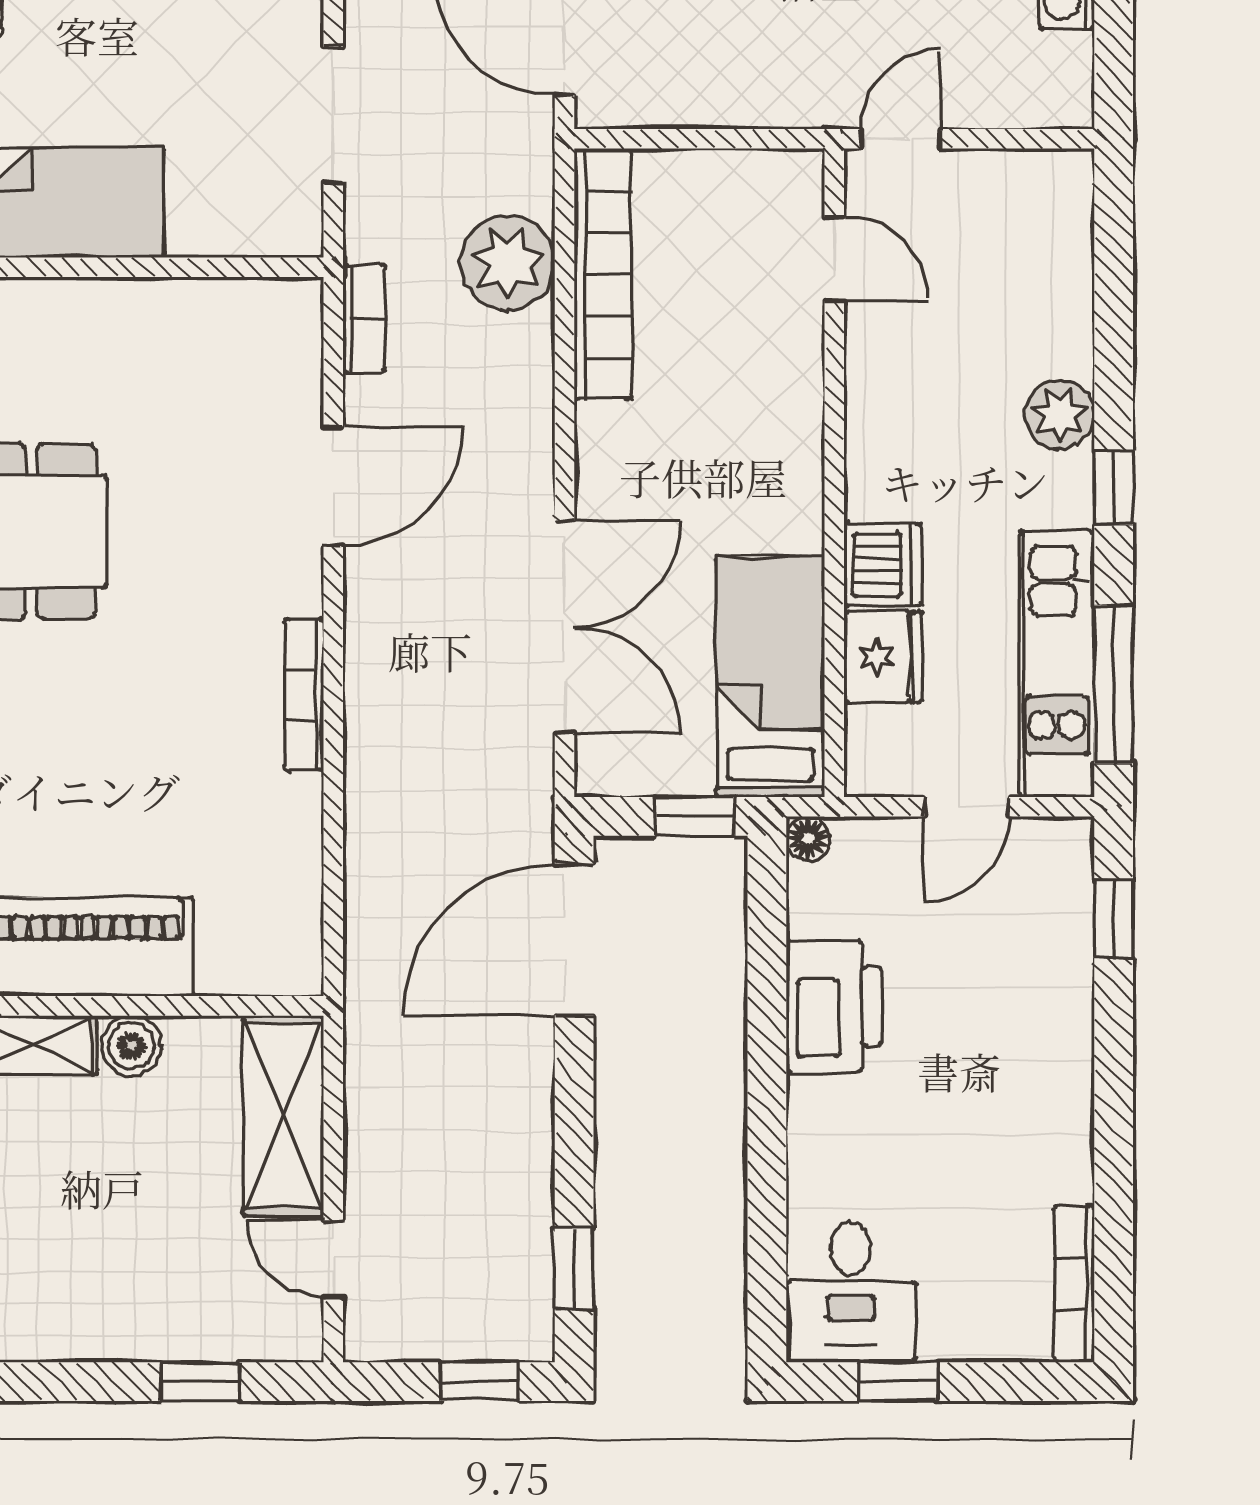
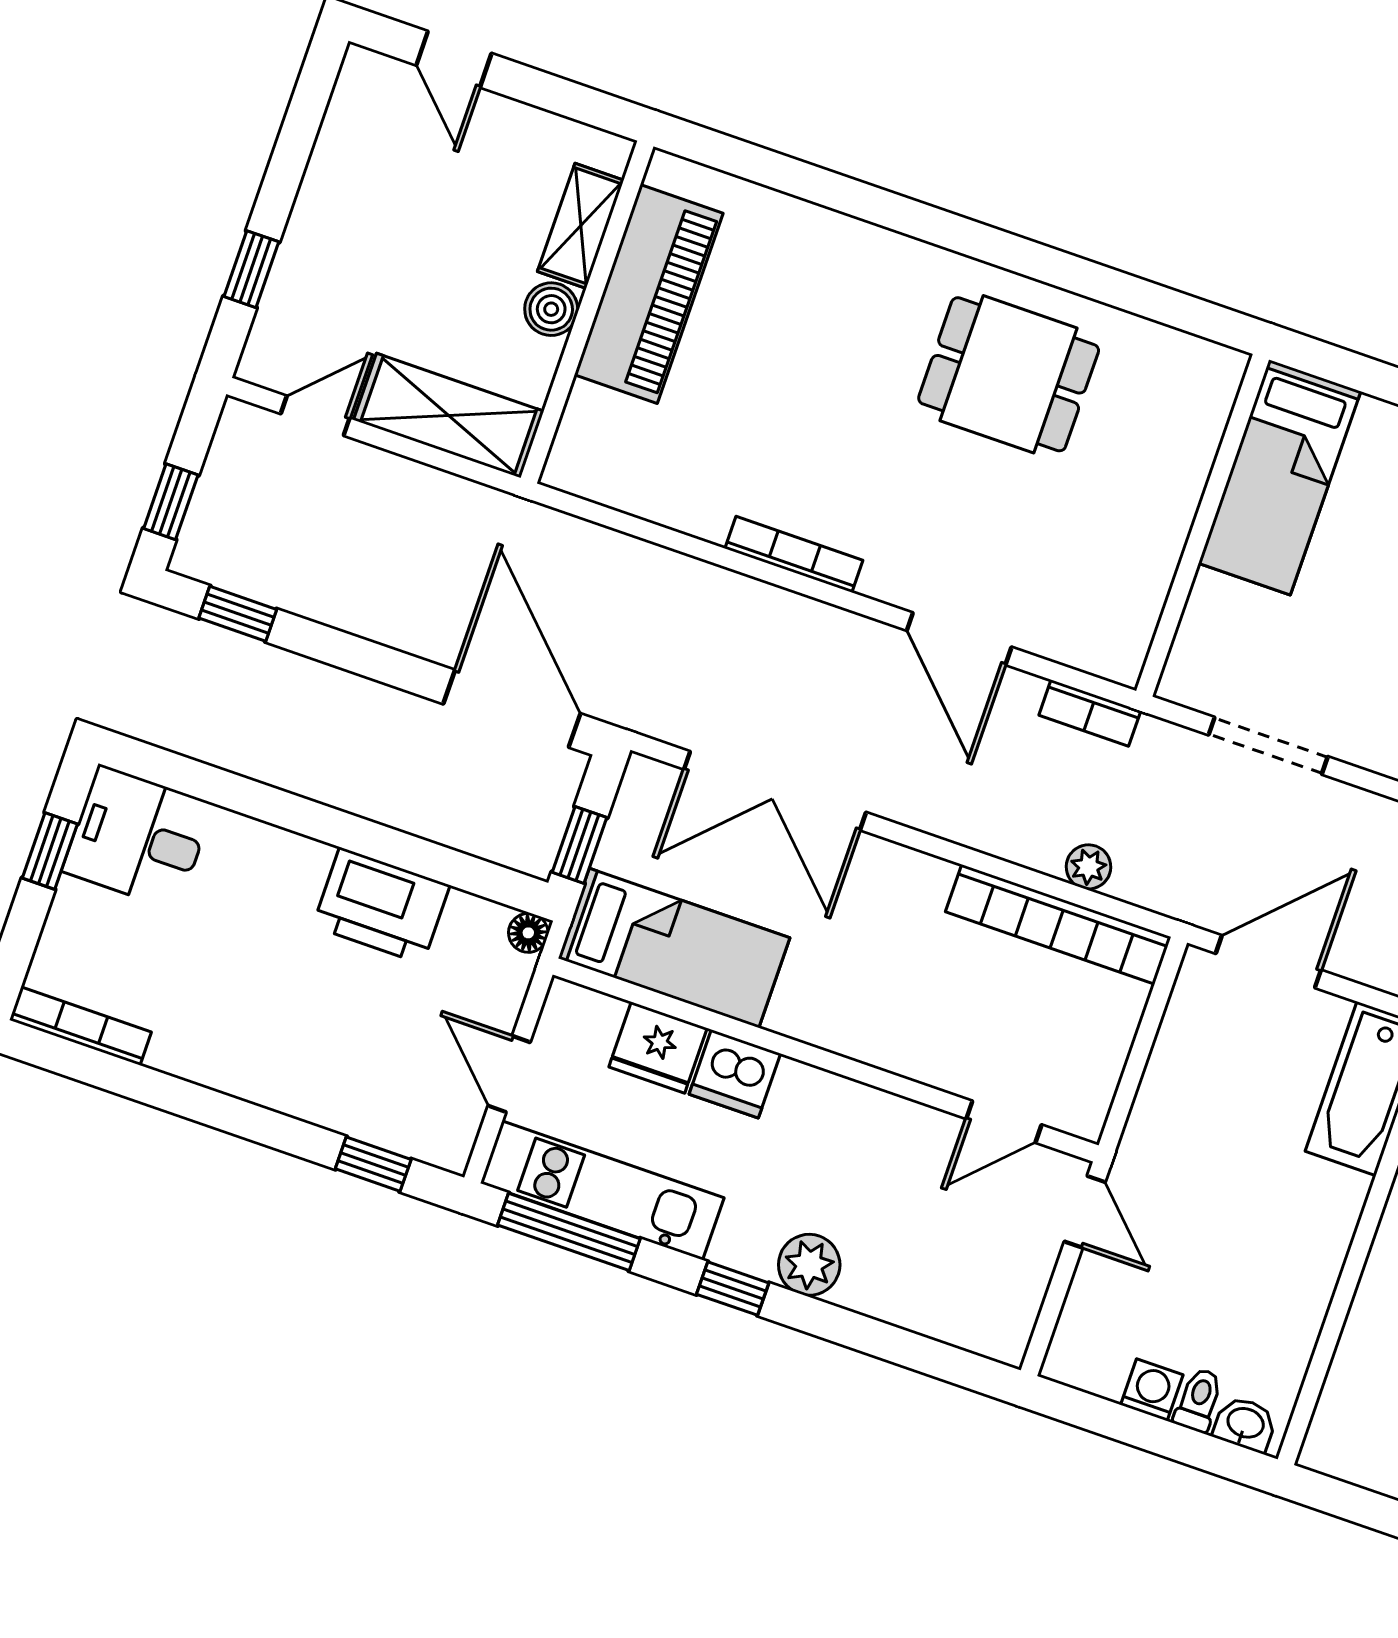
plant: (508, 263) -> (1089, 867), width x0.53, depth x0.53

